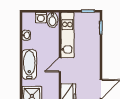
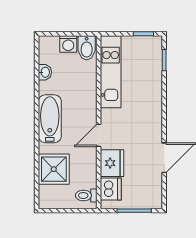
door: (60, 65) -> (99, 135), moved

